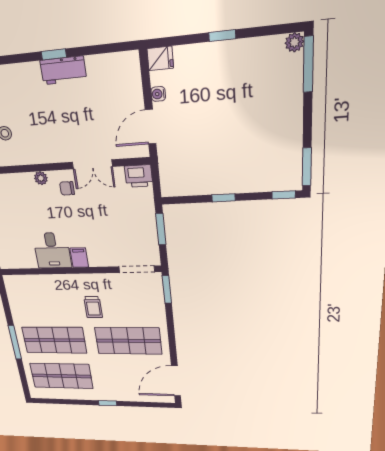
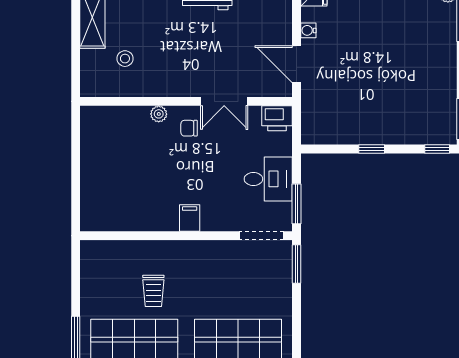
door: (151, 127) -> (297, 64), hinge flipped
window: (161, 229) -> (297, 204), moved
desk: (52, 251) -> (268, 179), moved, turned -90
trolley: (93, 307) -> (153, 291), moved

